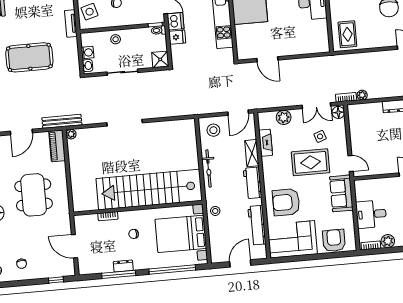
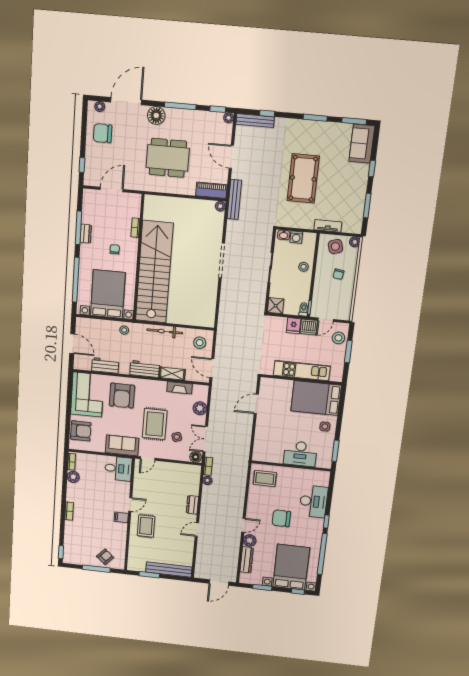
armchair: (286, 202) -> (122, 396), turned 180
desk: (371, 214) -> (118, 469), moved, turned 90
workbench: (257, 225) -> (105, 365), width x0.73
chair: (22, 264) -> (103, 133), width x1.87, depth x1.87

